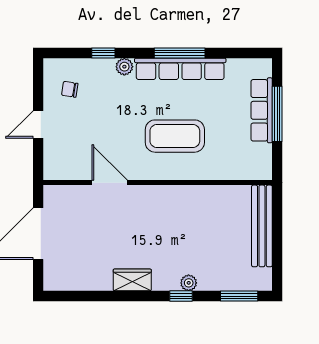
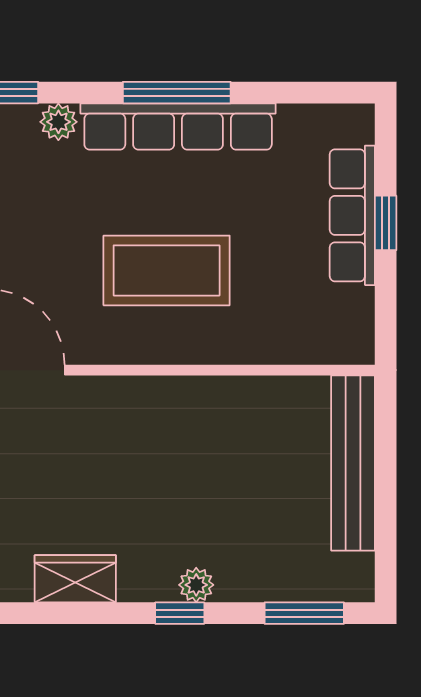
window: (277, 114) -> (386, 223), width x0.46

